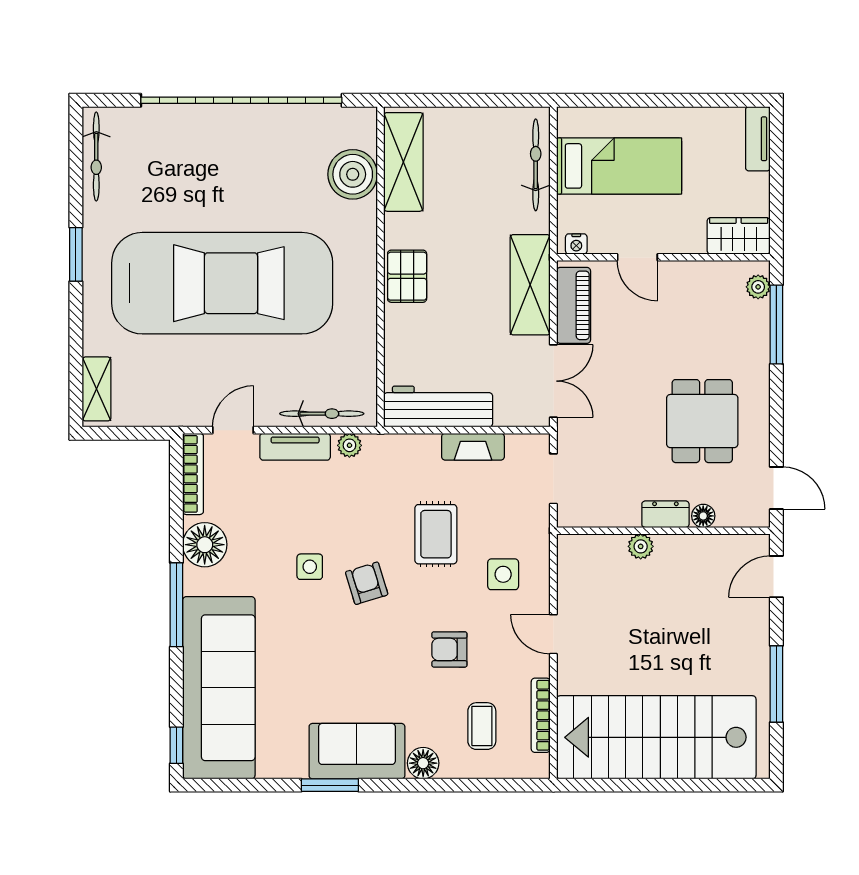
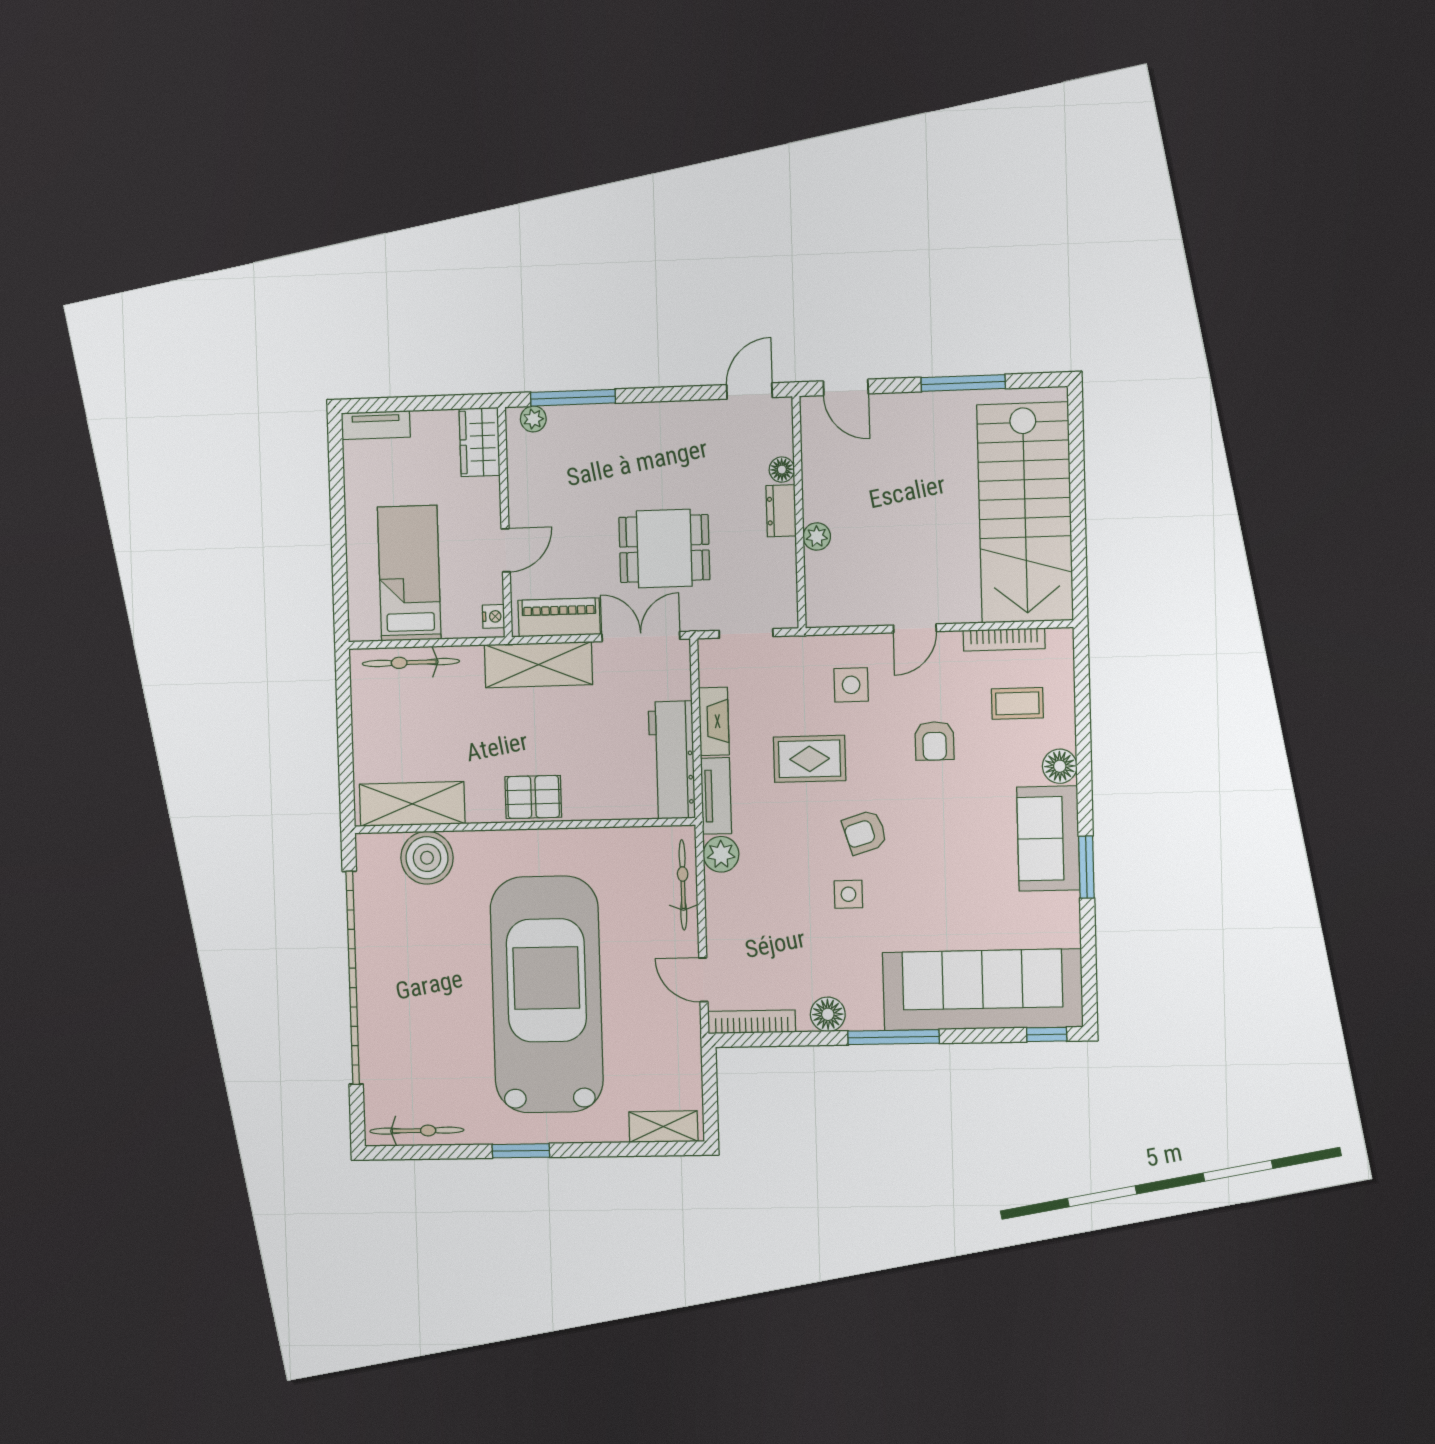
dining table: (702, 421) -> (664, 549), moved
plant: (349, 445) -> (721, 854), width x1.38, depth x1.38
tv unit: (295, 447) -> (716, 796), moved
floor lamp: (205, 545) -> (828, 1014), width x0.73, depth x0.73

